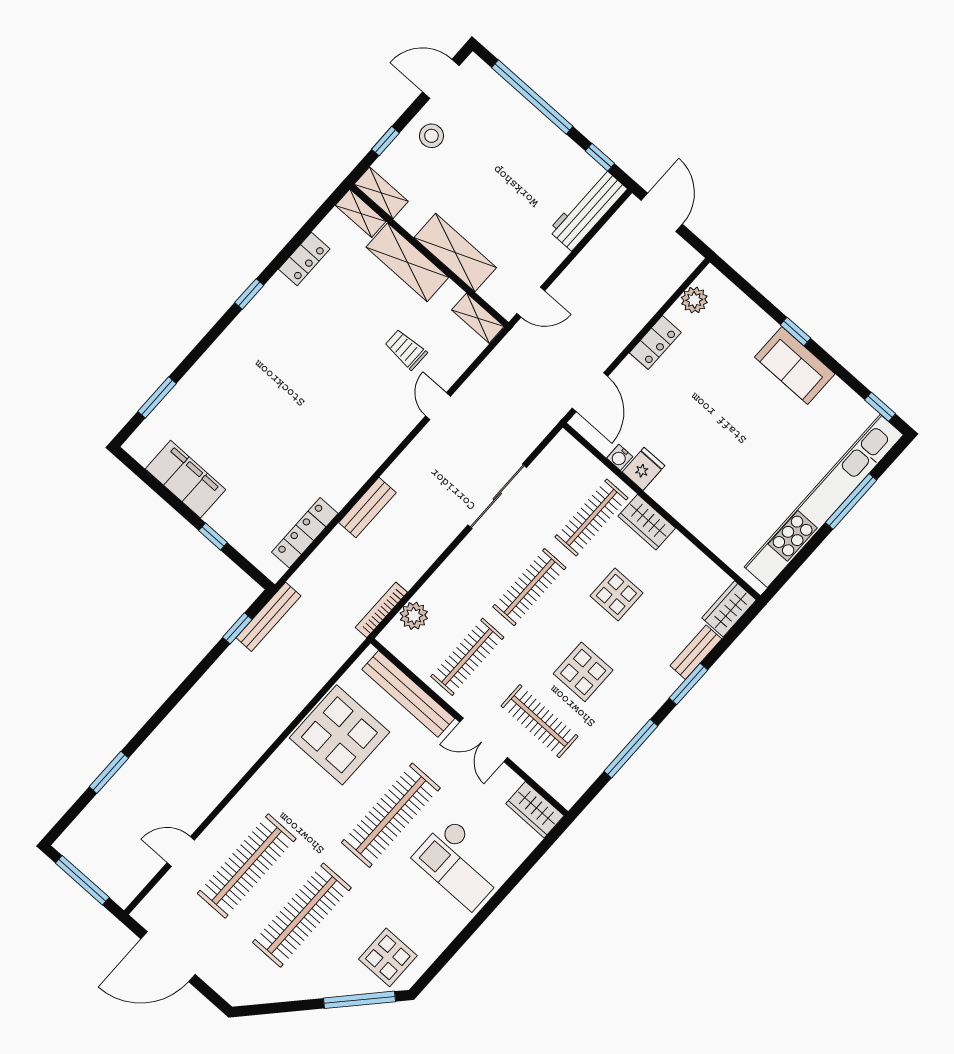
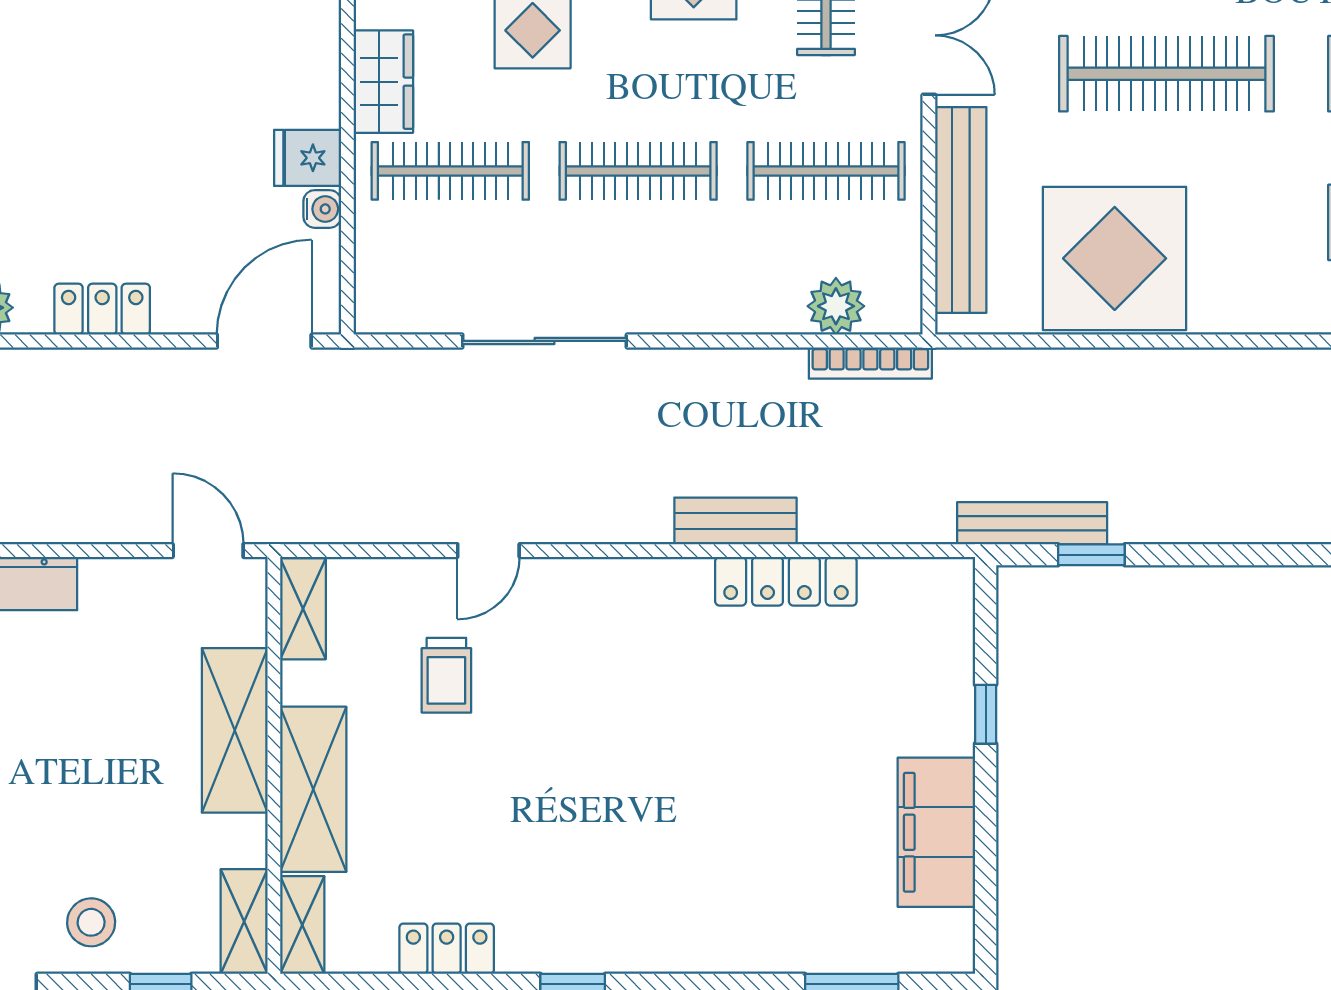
locker: (305, 533) -> (786, 581), moved

